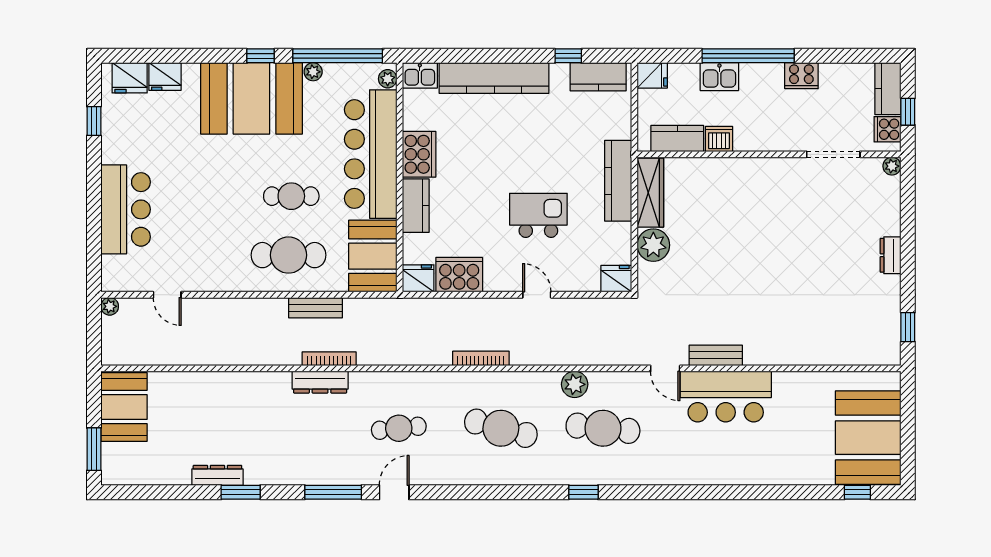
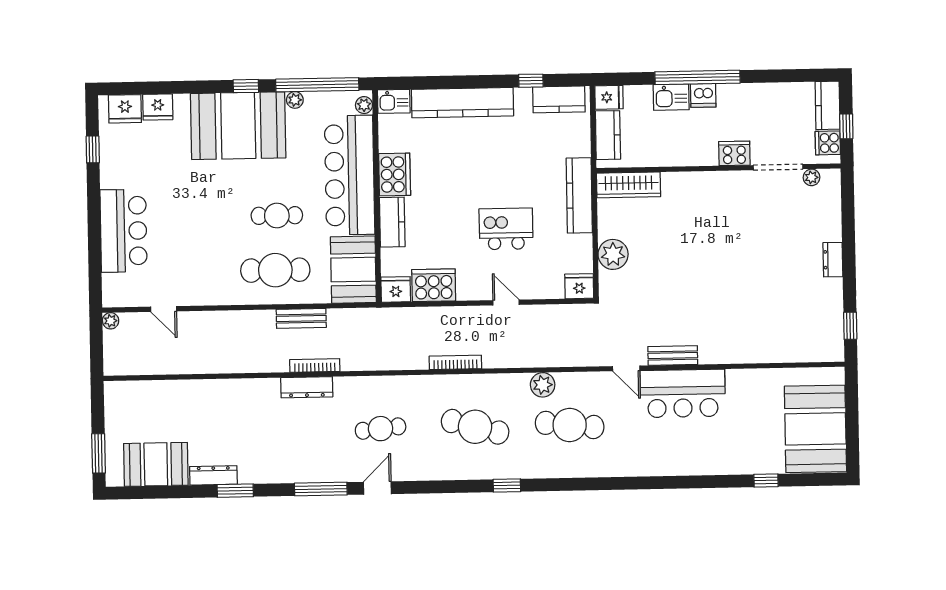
cooker: (801, 76) -> (734, 153), moved, turned 180
kitchen counter: (677, 138) -> (608, 135), moved, turned 90
dishwasher: (719, 139) -> (703, 95), moved, turned 180
plant: (892, 166) -> (812, 177), moved
wardrobe: (650, 193) -> (629, 185), moved, turned 90
booth: (124, 407) -> (156, 464), moved, turned 90
window: (583, 492) -> (507, 485), moved
window: (857, 492) -> (766, 480), moved

